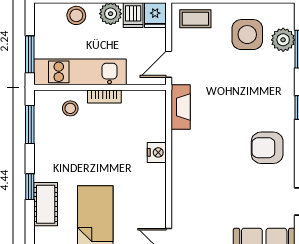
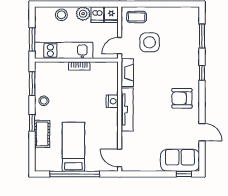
side table: (247, 35) -> (150, 42), moved
plant: (283, 40) -> (192, 30), removed
stool: (70, 108) -> (44, 101), moved
tv unit: (180, 166) -> (127, 110), added

